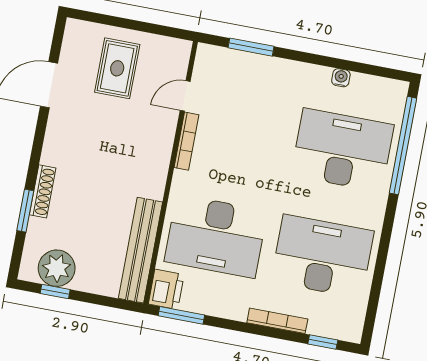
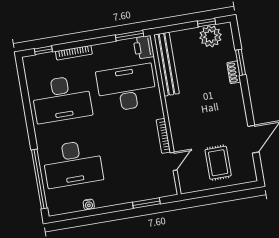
shoe rack: (43, 191) -> (234, 72), width x0.70

